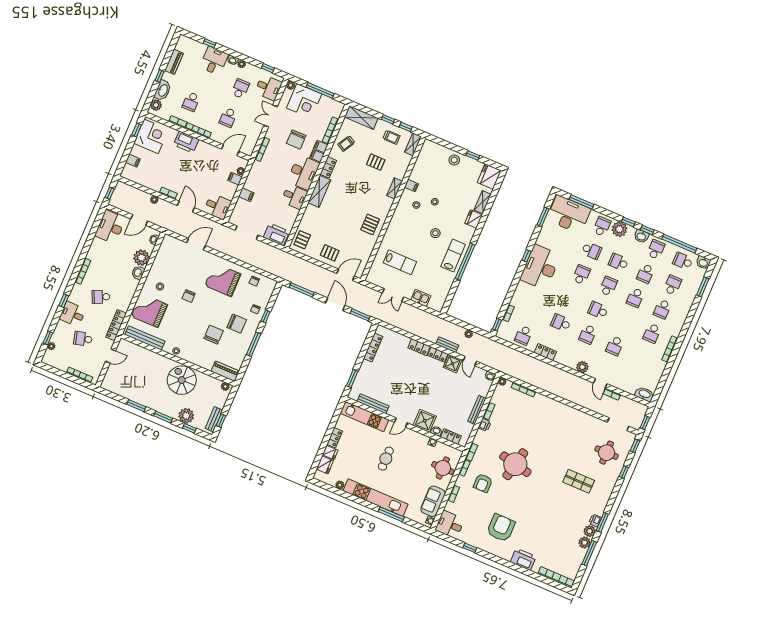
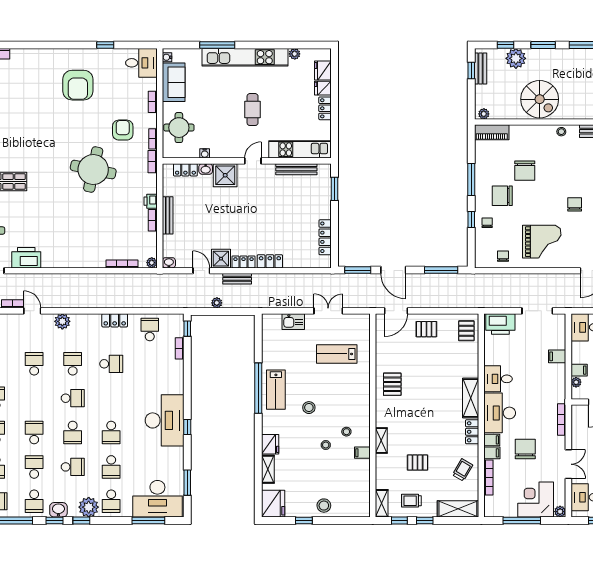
school desk: (592, 251) -> (111, 467), turned -90
printer: (523, 559) -> (26, 258), moved, turned 180

